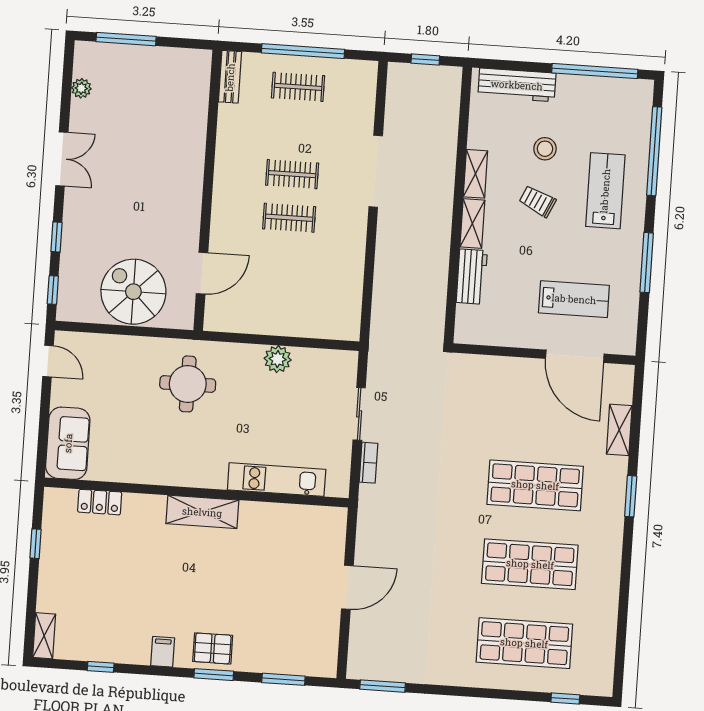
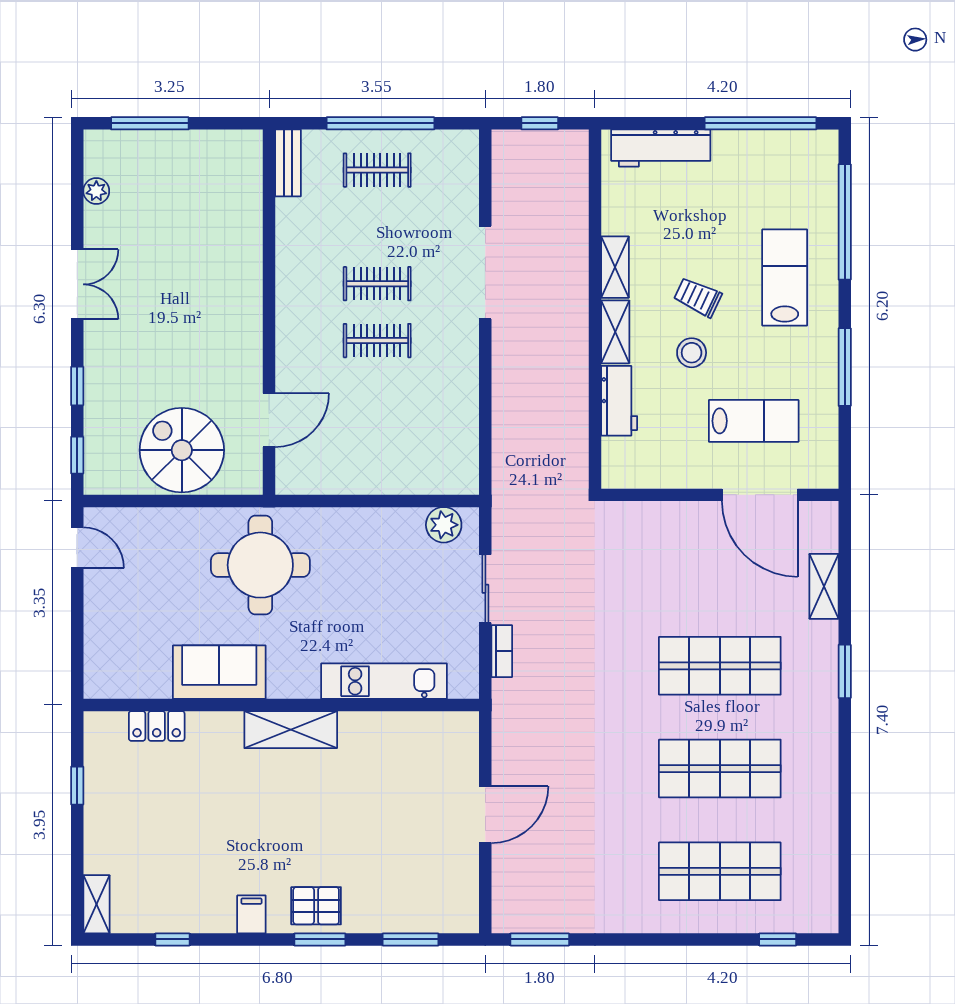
stool: (545, 149) -> (692, 353), moved
plant: (278, 359) -> (444, 525), moved
round table: (188, 384) -> (260, 565), width x1.36, depth x1.36
sofa: (68, 443) -> (219, 672), moved, turned -90

